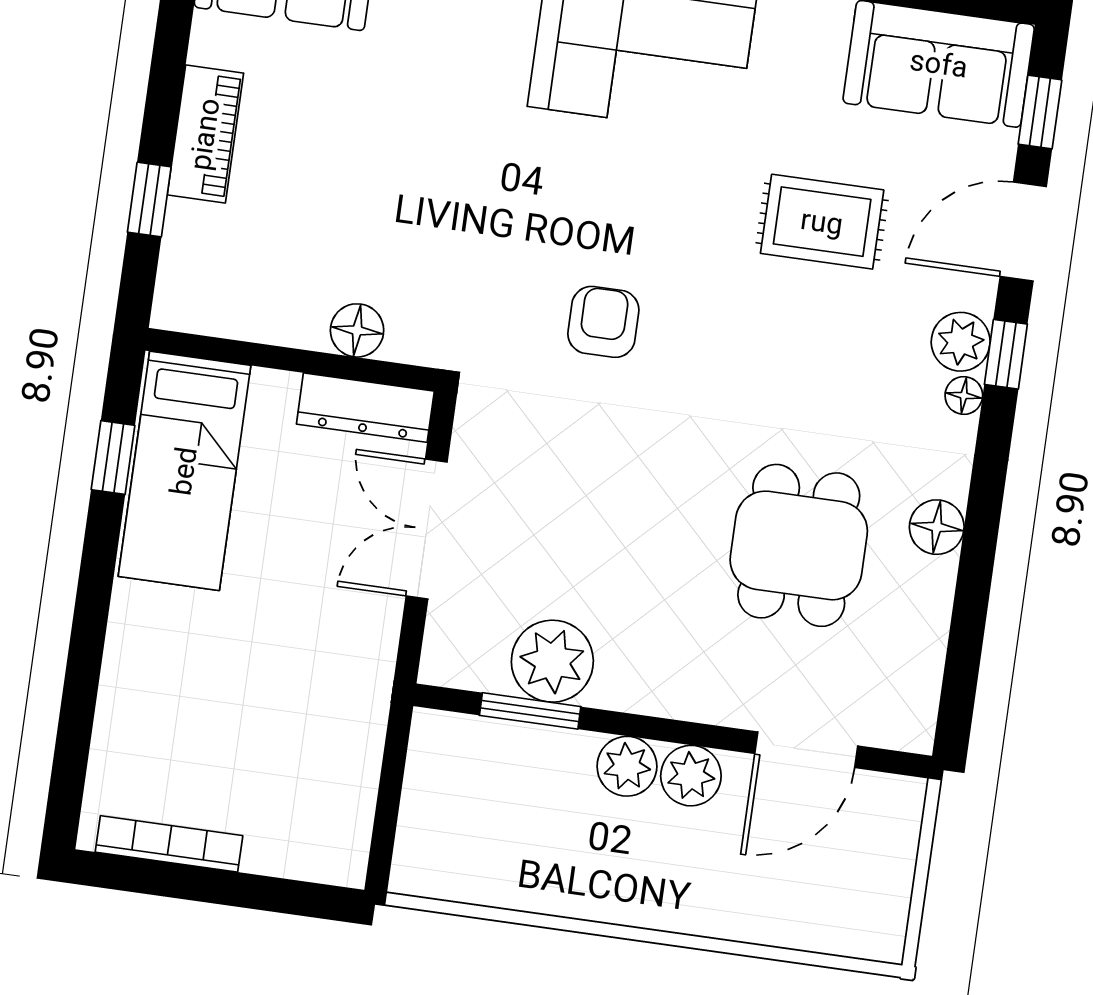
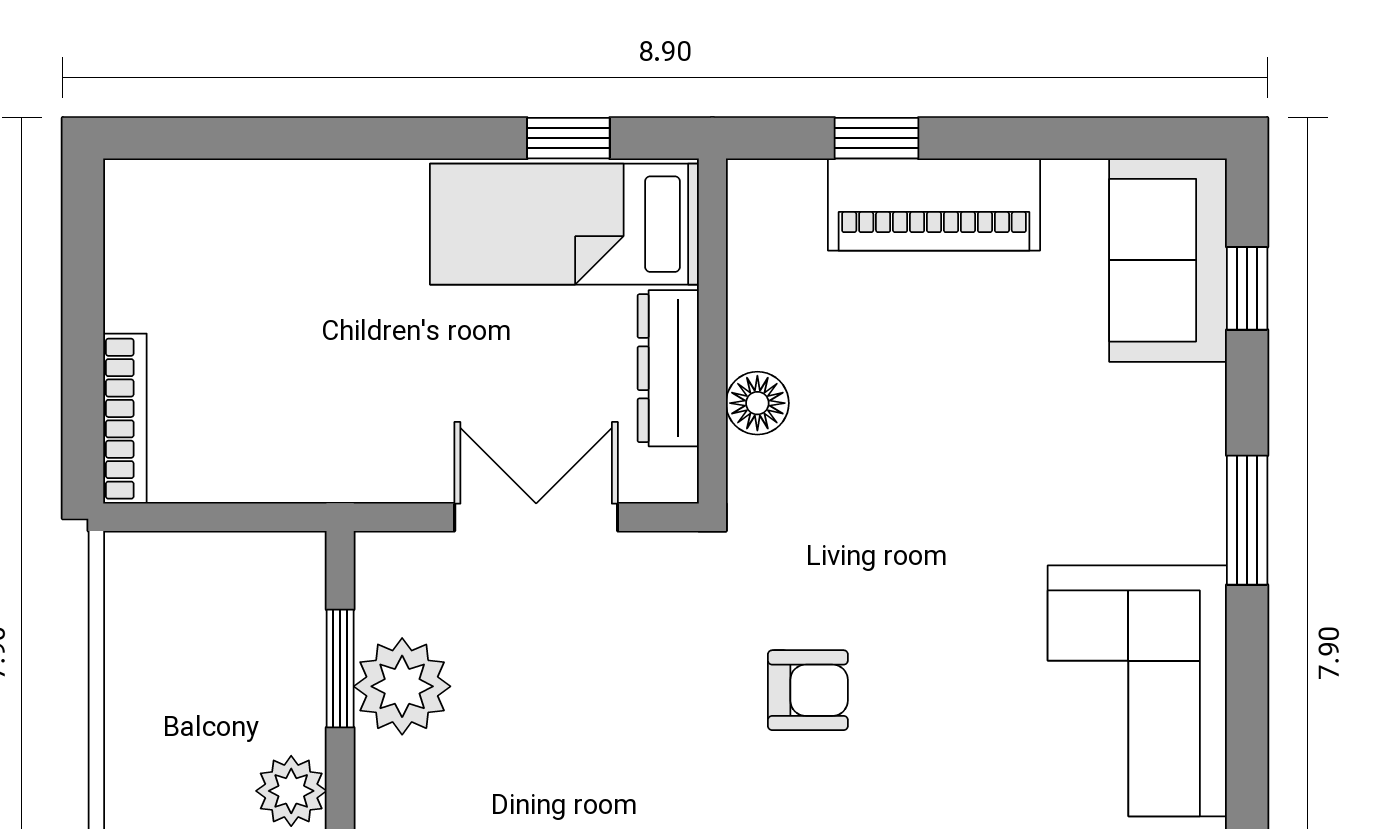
piano: (205, 134) -> (934, 205), width x1.37, depth x1.33
dresser: (365, 408) -> (668, 368), moved
bookcase: (169, 844) -> (125, 419), moved

